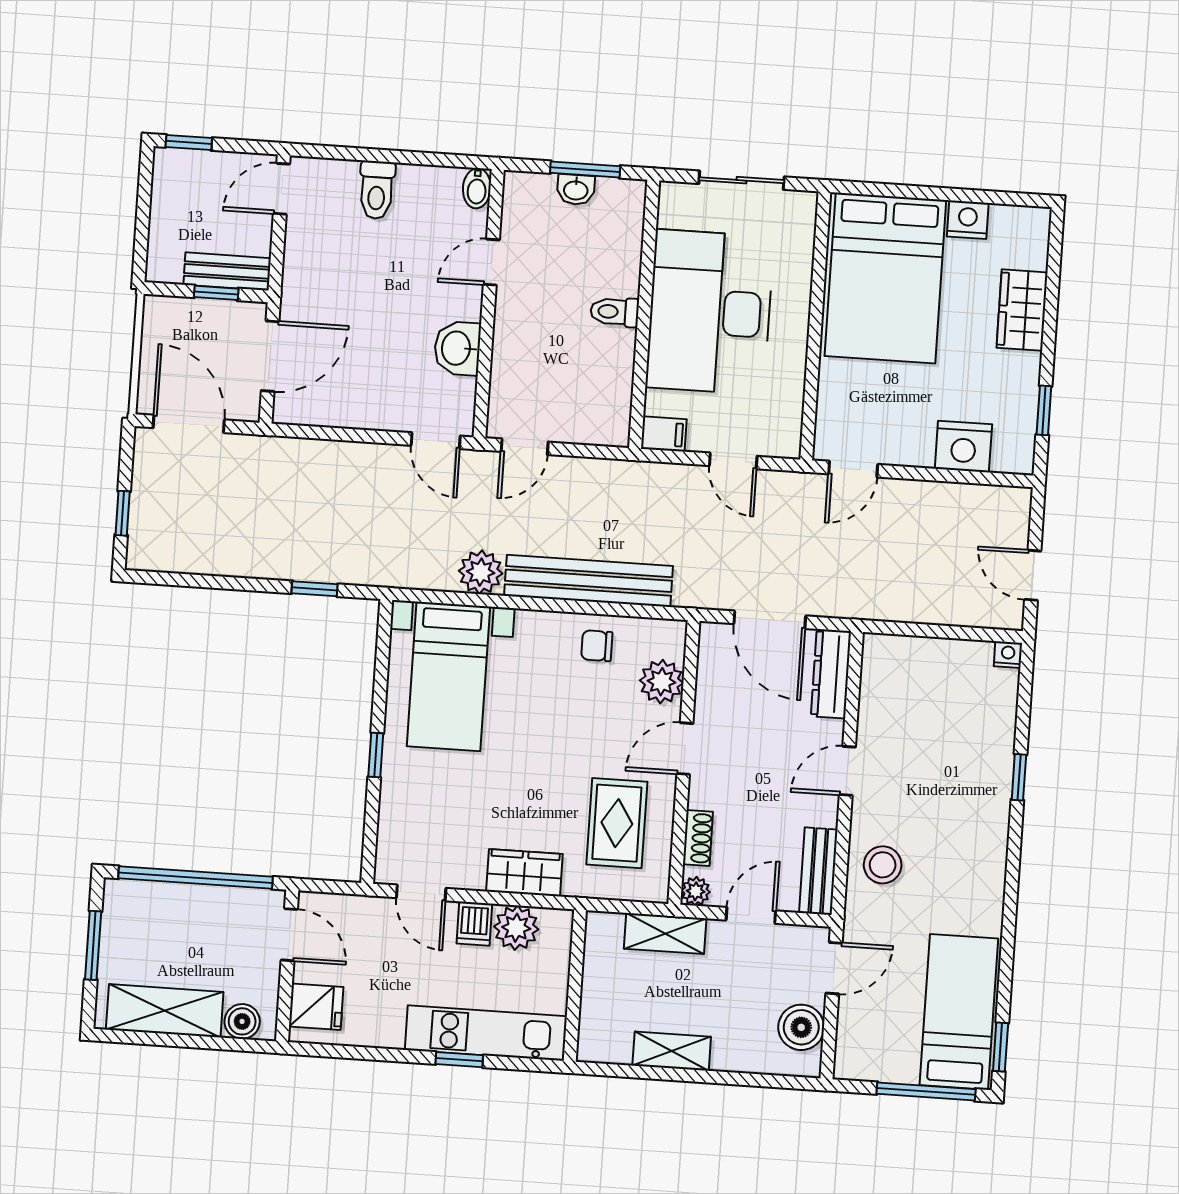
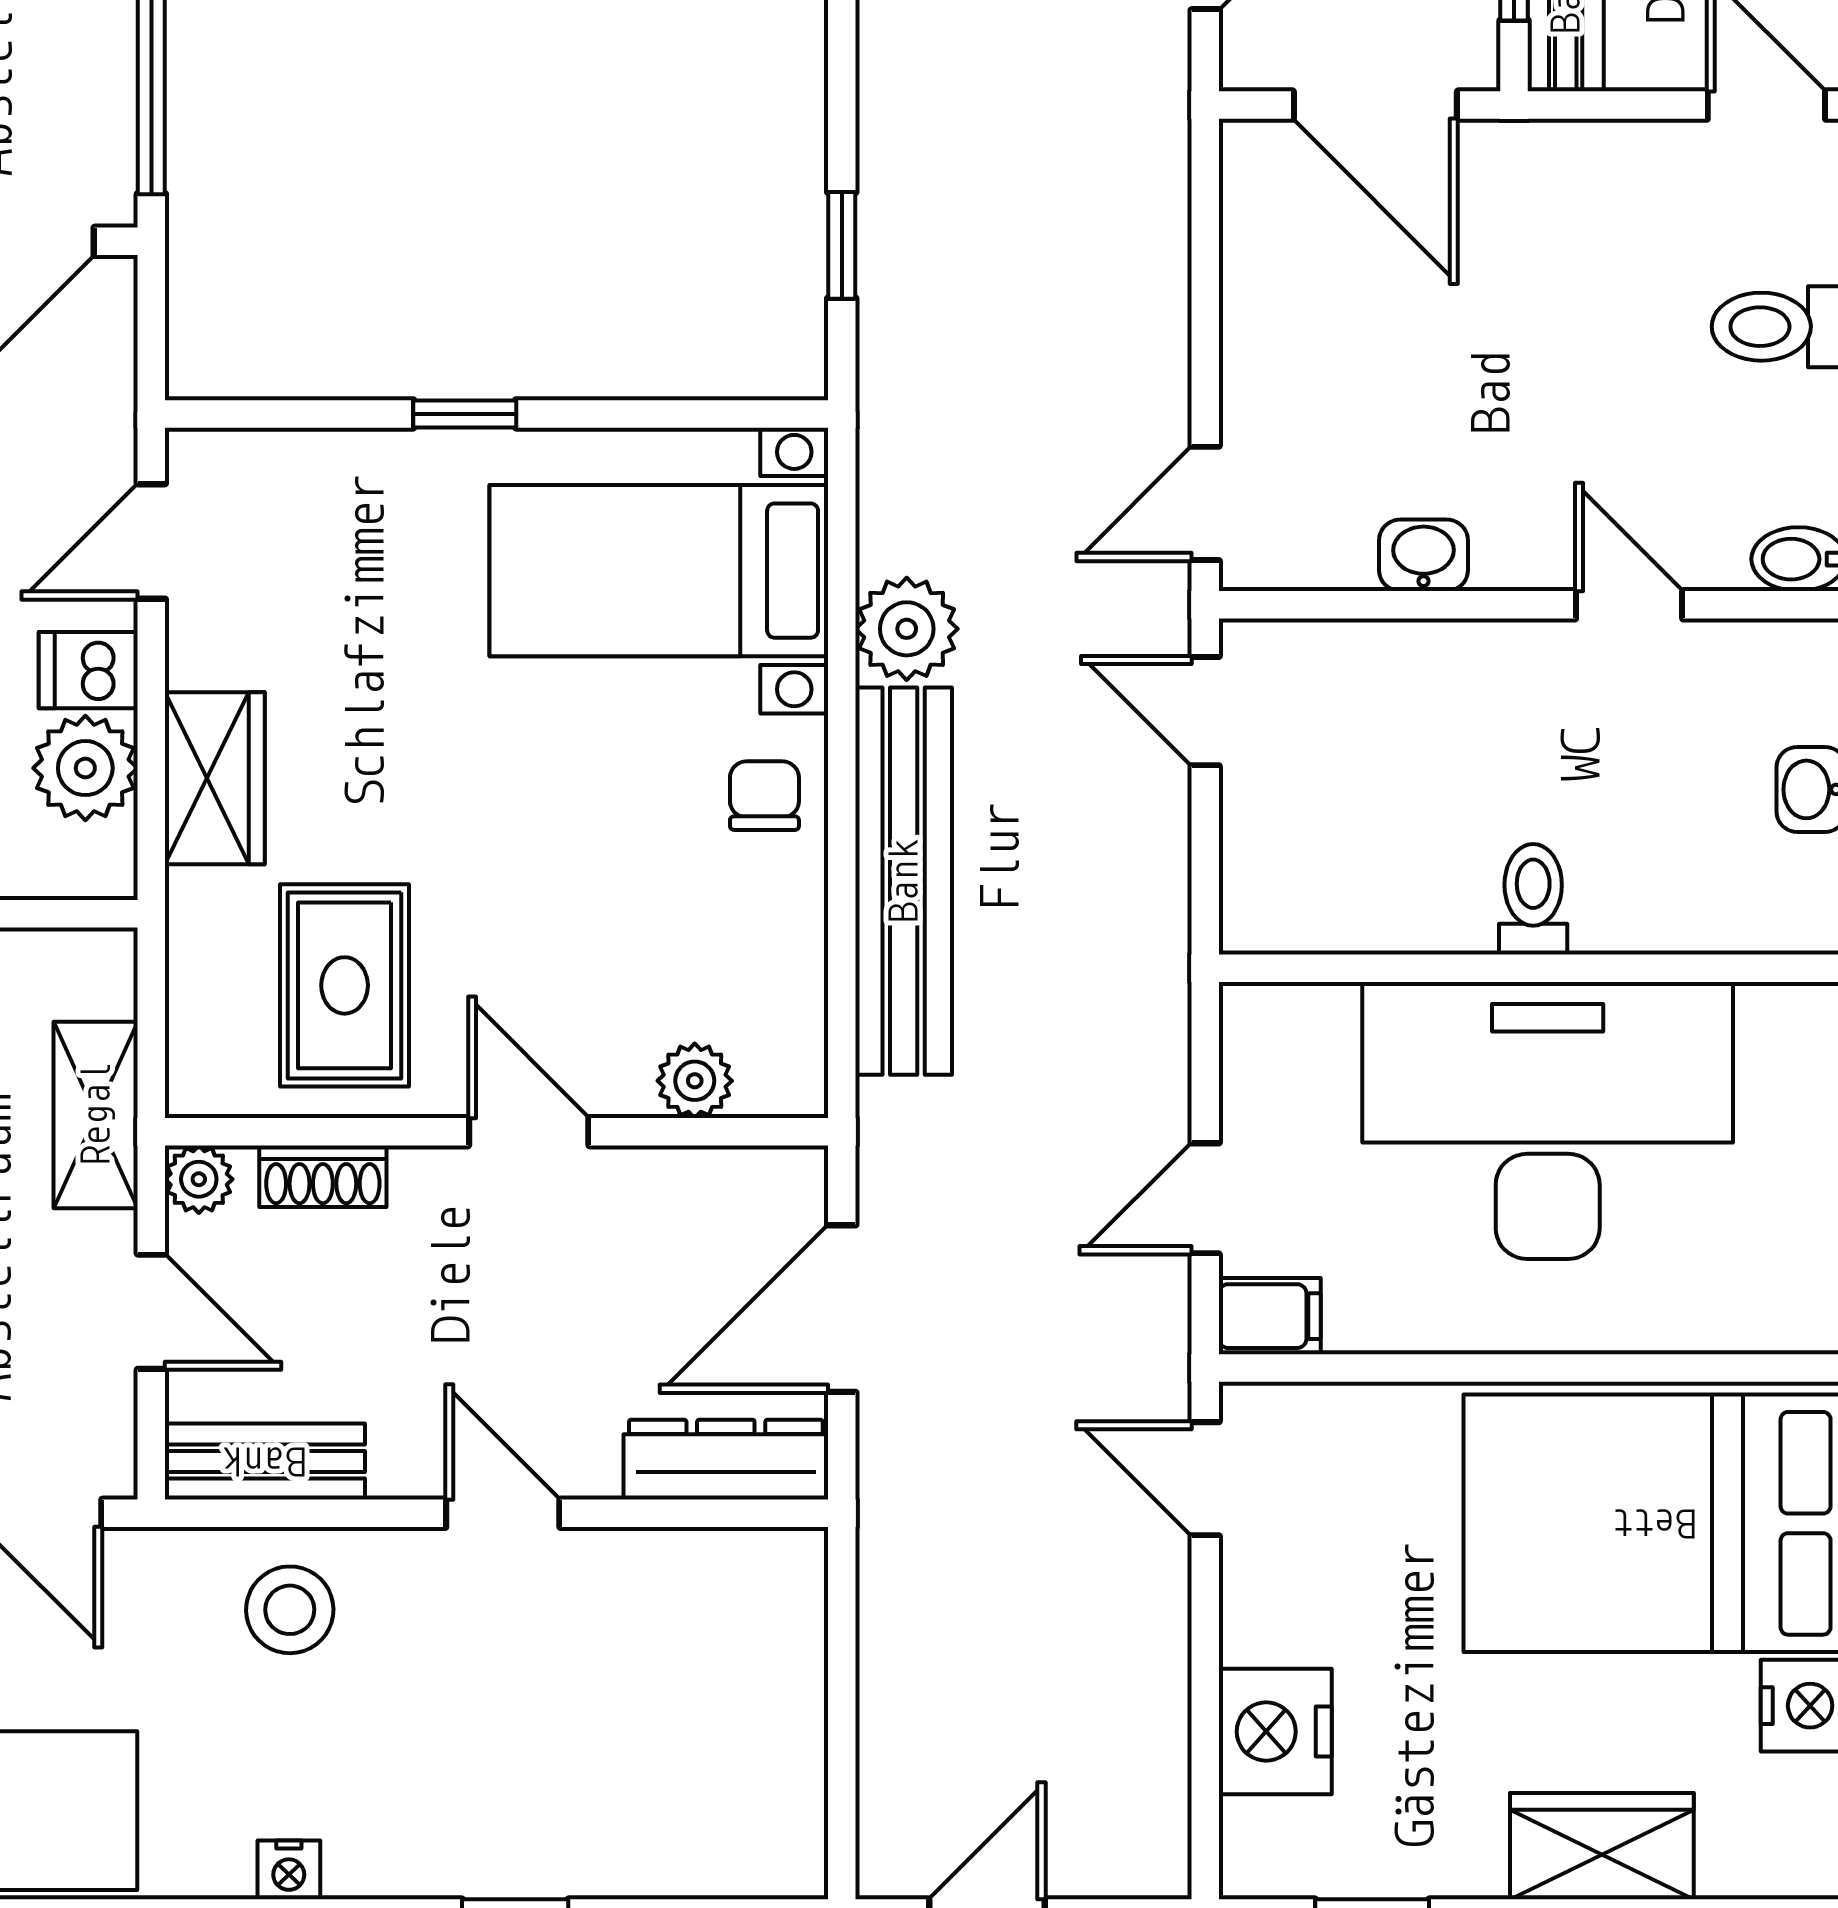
washbasin: (457, 348) -> (1423, 555), width x0.72, depth x0.69
filing cabinet: (664, 434) -> (1270, 1316), moved, turned -90
chair: (597, 646) -> (764, 796), moved
nightstand: (1008, 655) -> (289, 1870), moved, turned 90
plant: (662, 682) -> (695, 1081), width x0.73, depth x0.73
rug: (617, 823) -> (345, 985), turned 90

